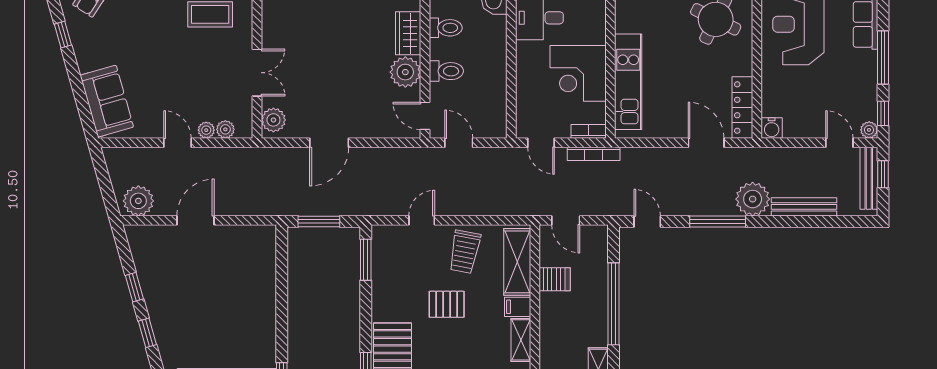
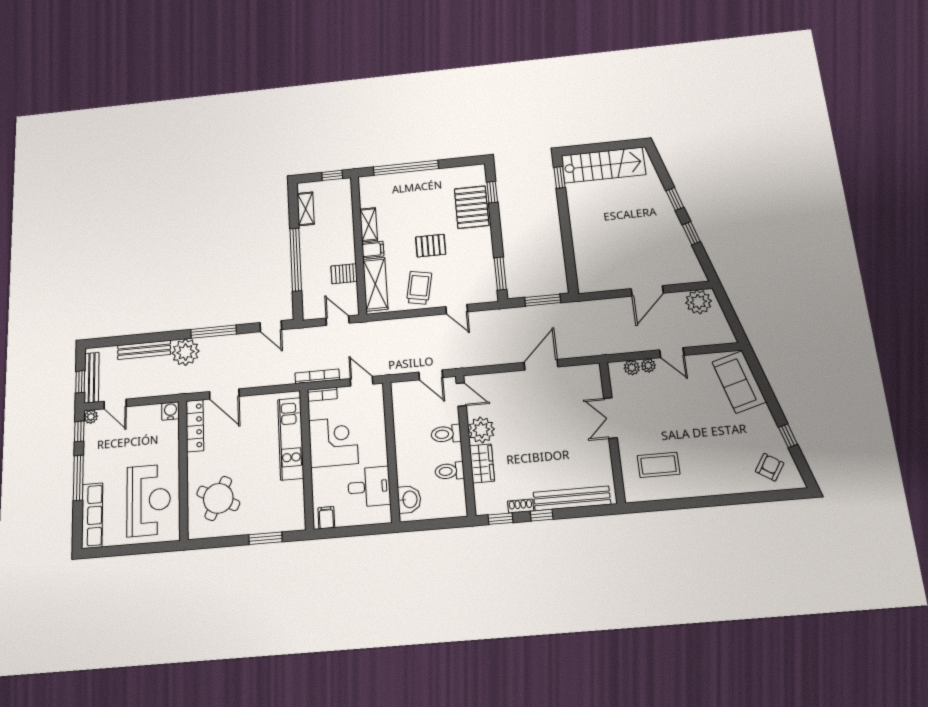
plant: (273, 120) -> (591, 379), removed
door: (422, 220) -> (457, 309), hinge flipped

